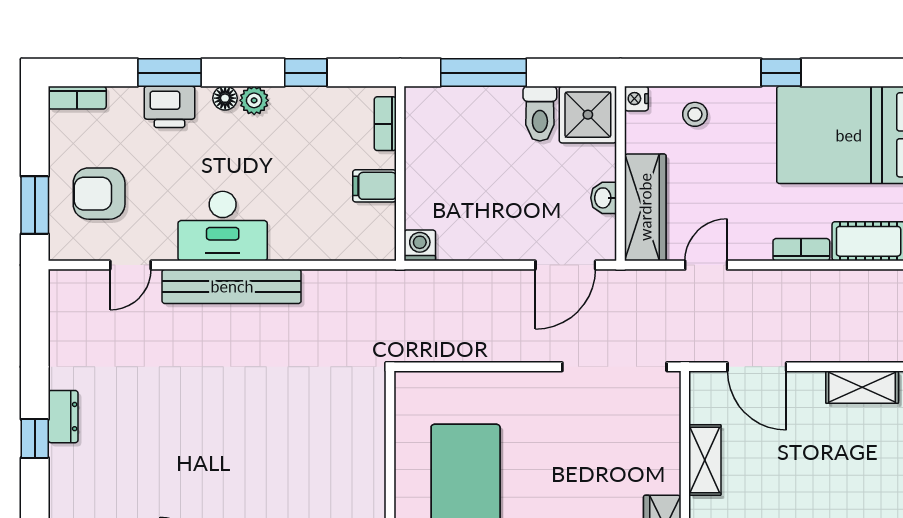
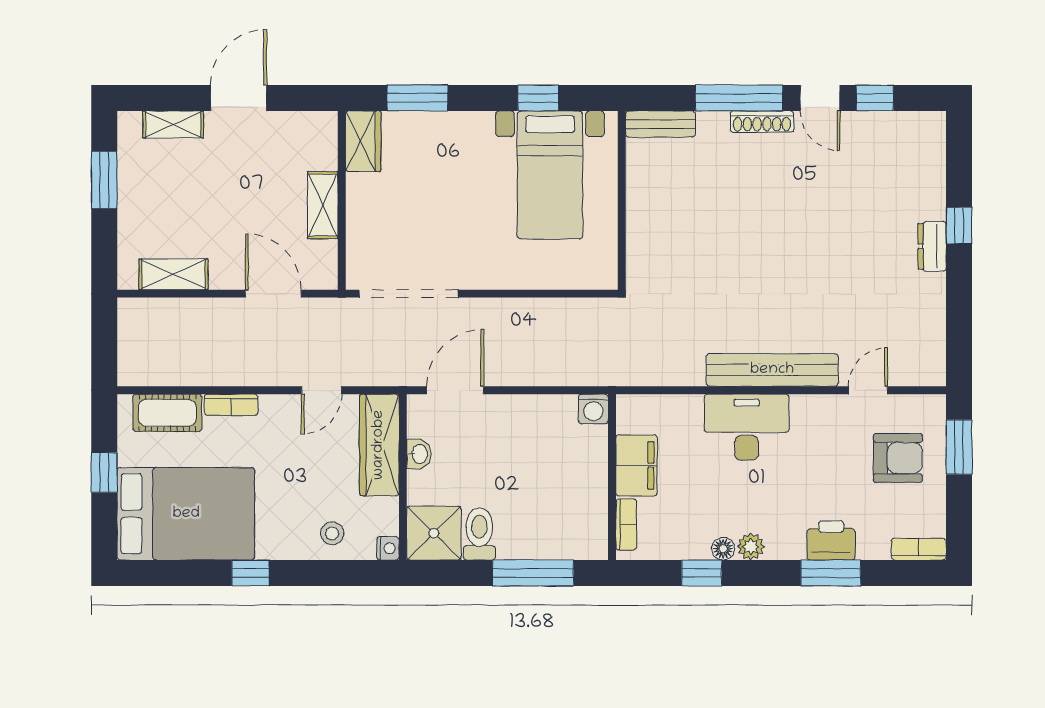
floor lamp: (225, 98) -> (723, 549), moved
filing cabinet: (374, 186) -> (636, 465), width x2.00
desk: (223, 226) -> (747, 427), moved

